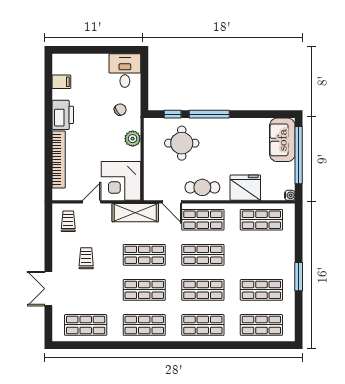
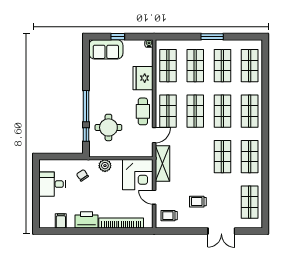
desk: (125, 71) -> (52, 184), moved
window: (299, 155) -> (118, 37), width x0.32
shop shelf: (144, 255) -> (195, 66), moved

